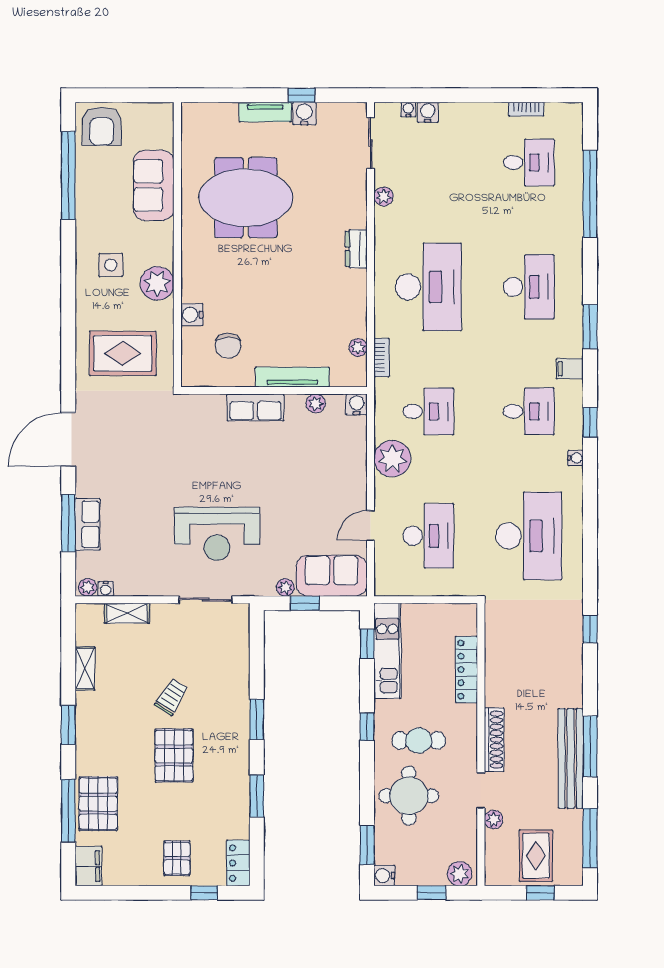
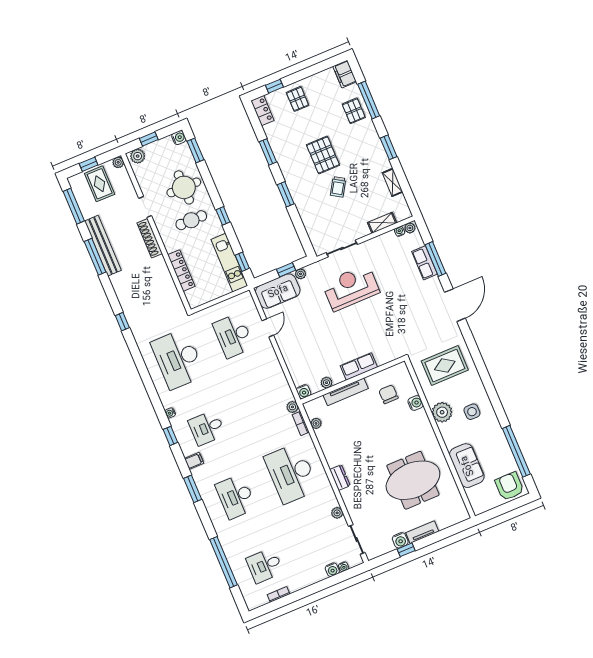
desk: (428, 411) -> (262, 404), removed
plant: (392, 459) -> (292, 407), moved, width x0.53, depth x0.53
pallet: (98, 804) -> (354, 111), width x0.67, depth x0.71
plant: (494, 819) -> (118, 162), moved

